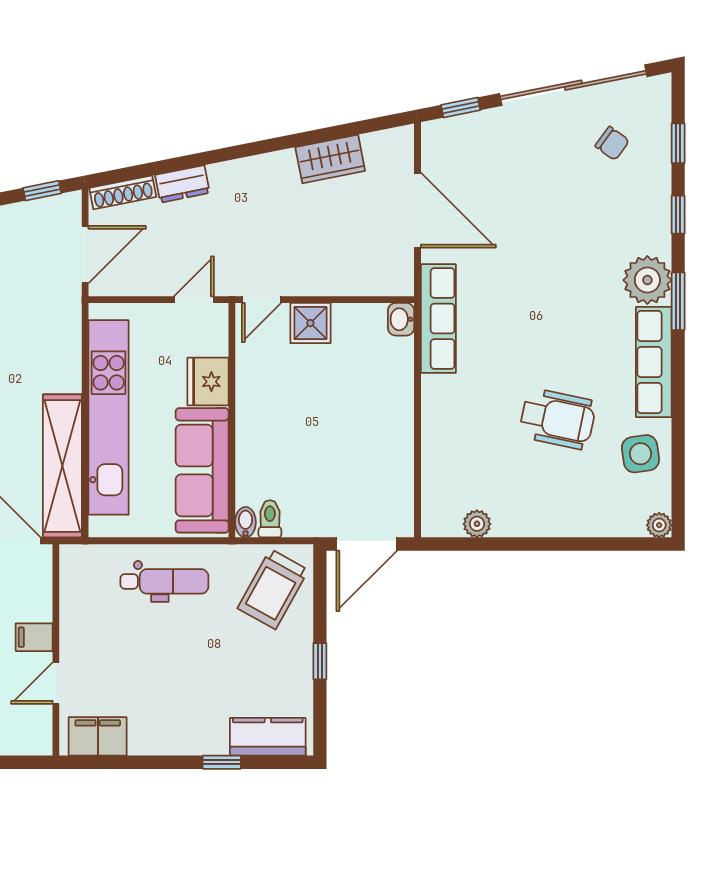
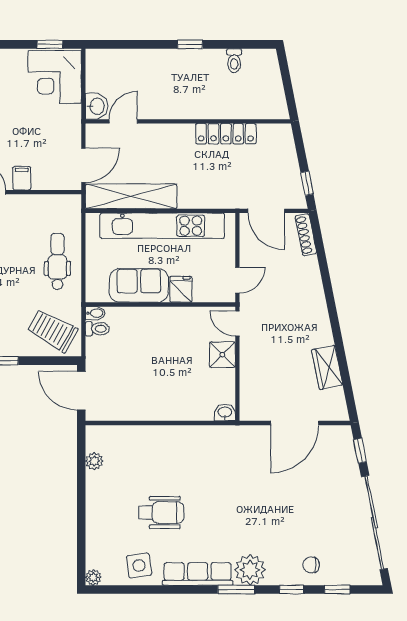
chair: (612, 143) -> (311, 565), moved, turned 54
dresser: (182, 184) -> (311, 273), removed
door: (194, 300) -> (237, 280), hinge flipped
row of seats: (438, 318) -> (225, 436), removed
fridge: (208, 382) -> (181, 289), width x0.72
wheelchair: (558, 419) -> (161, 513), turned -102
sofa: (202, 470) -> (139, 285), width x0.73
dental chair: (164, 581) -> (57, 261), turned 180

